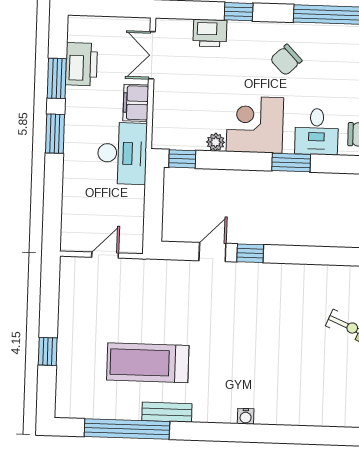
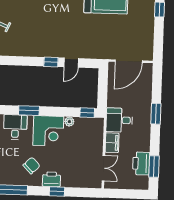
printer: (210, 33) -> (51, 179), moved
window: (57, 78) -> (154, 167), moved
window: (55, 134) -> (156, 114), moved
desk: (122, 153) -> (119, 120), width x0.73
door: (105, 255) -> (129, 61), width x1.88

